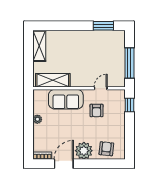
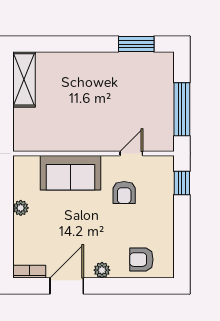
shelving: (53, 80) -> (48, 139), removed
armchair: (106, 149) -> (141, 260), turned -96
plant: (84, 151) -> (102, 270), width x0.53, depth x0.53

